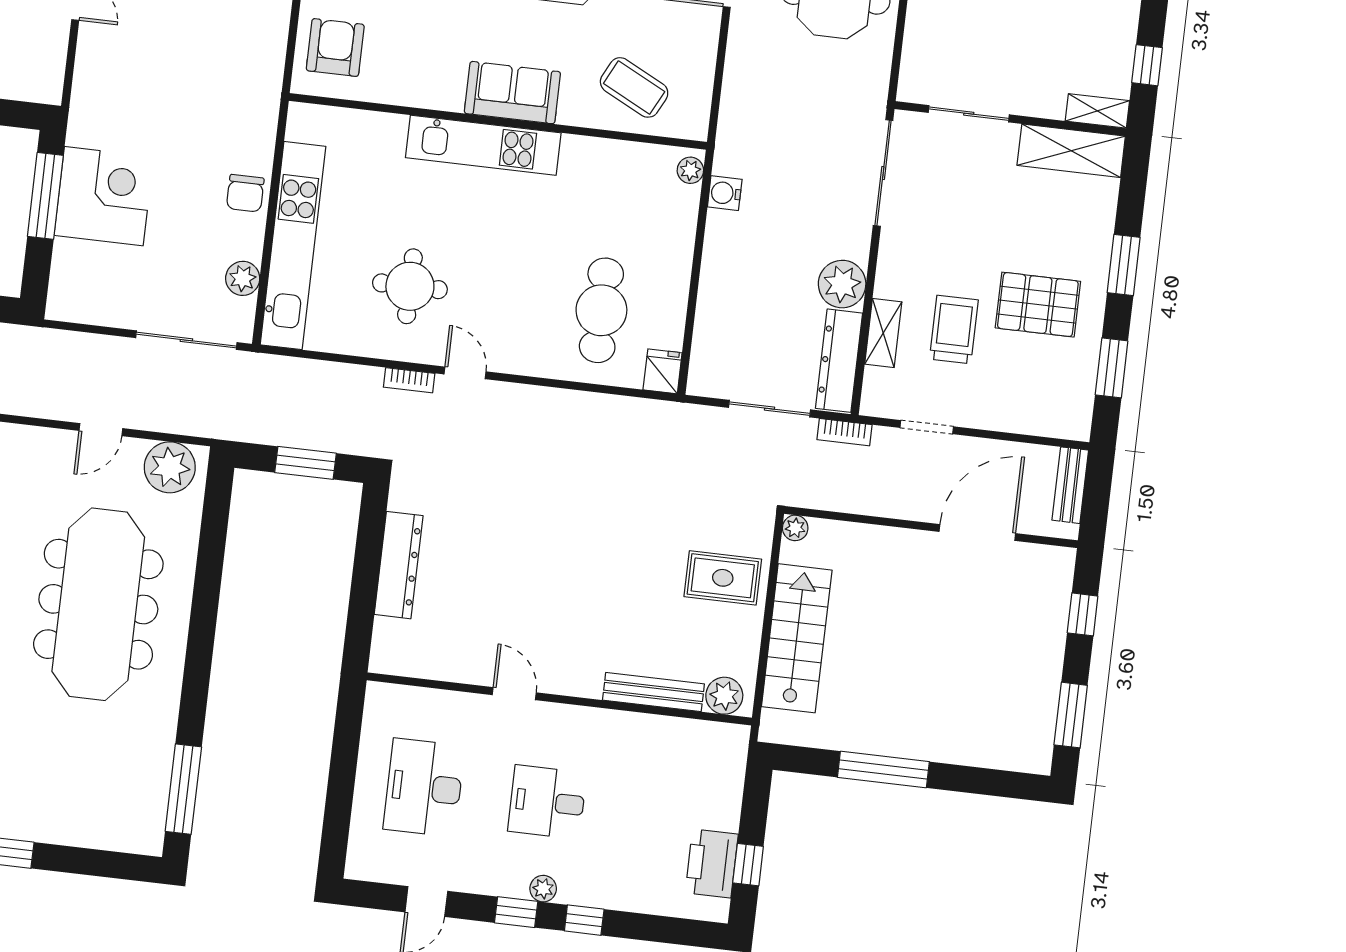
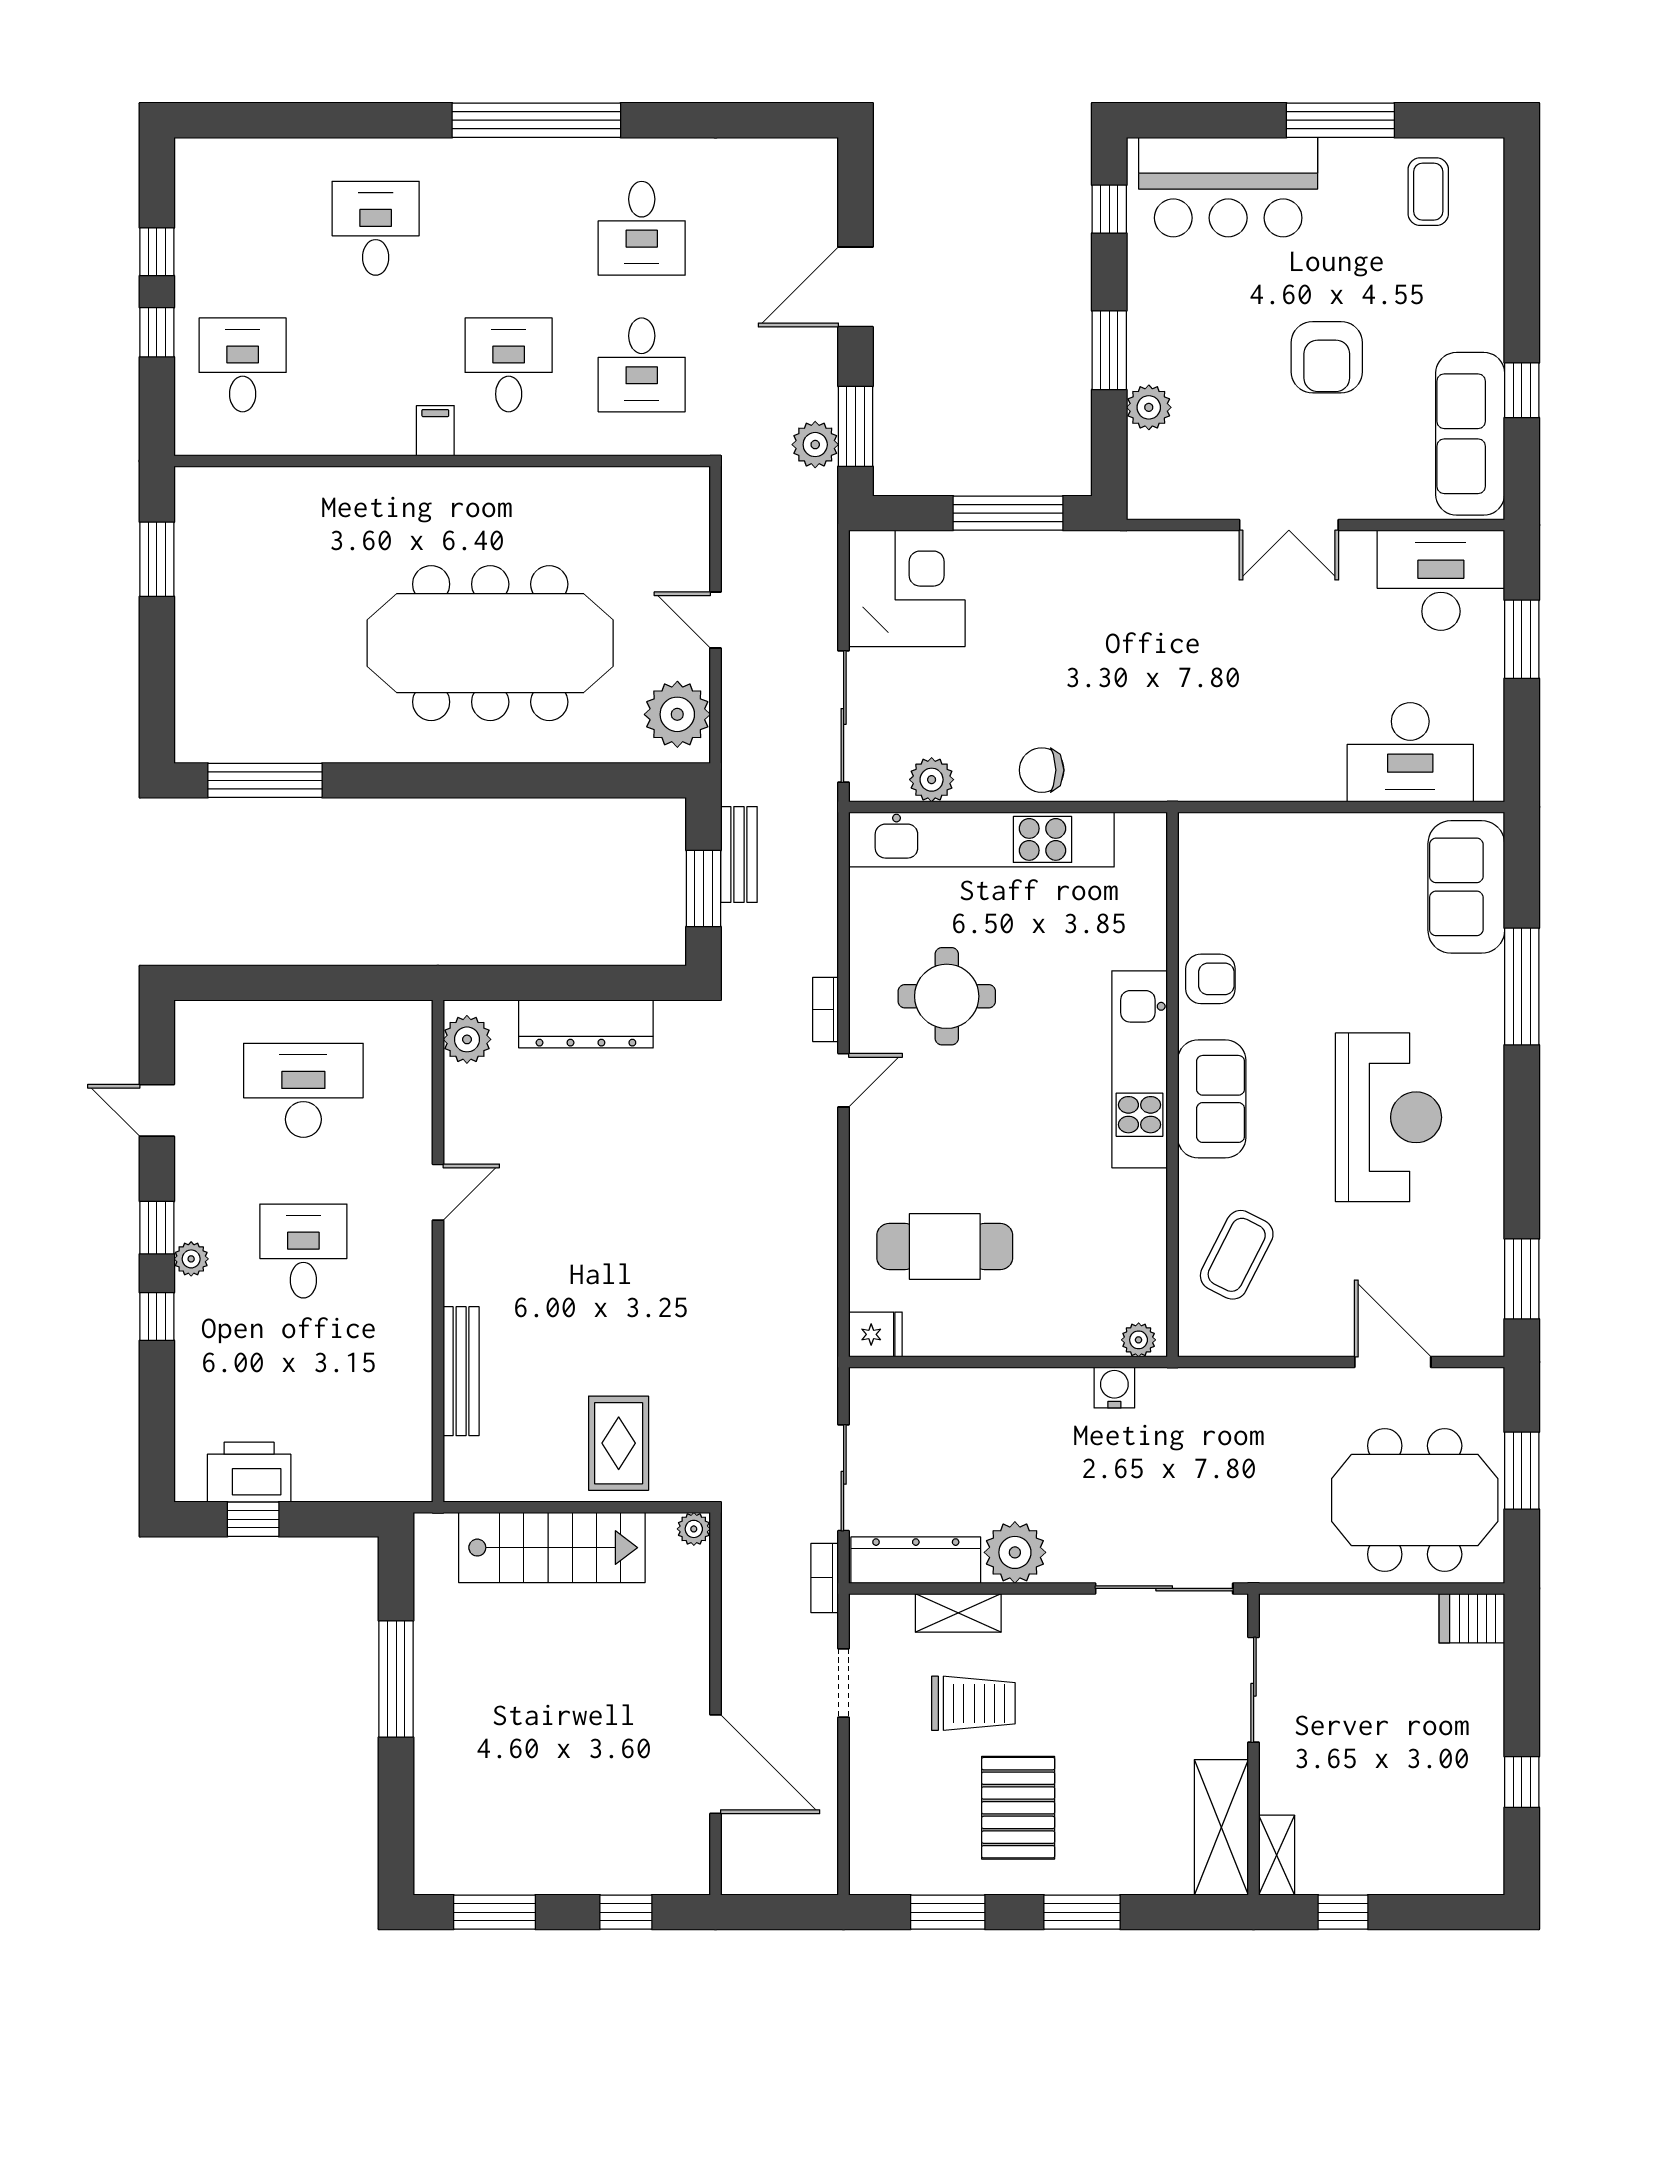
armchair: (335, 48) -> (1210, 979), moved, width x0.72, depth x0.72
corner desk: (104, 196) -> (907, 588), moved, turned -90
bench: (1070, 485) -> (739, 855), moved, turned 90
plant: (724, 696) -> (467, 1039), moved

